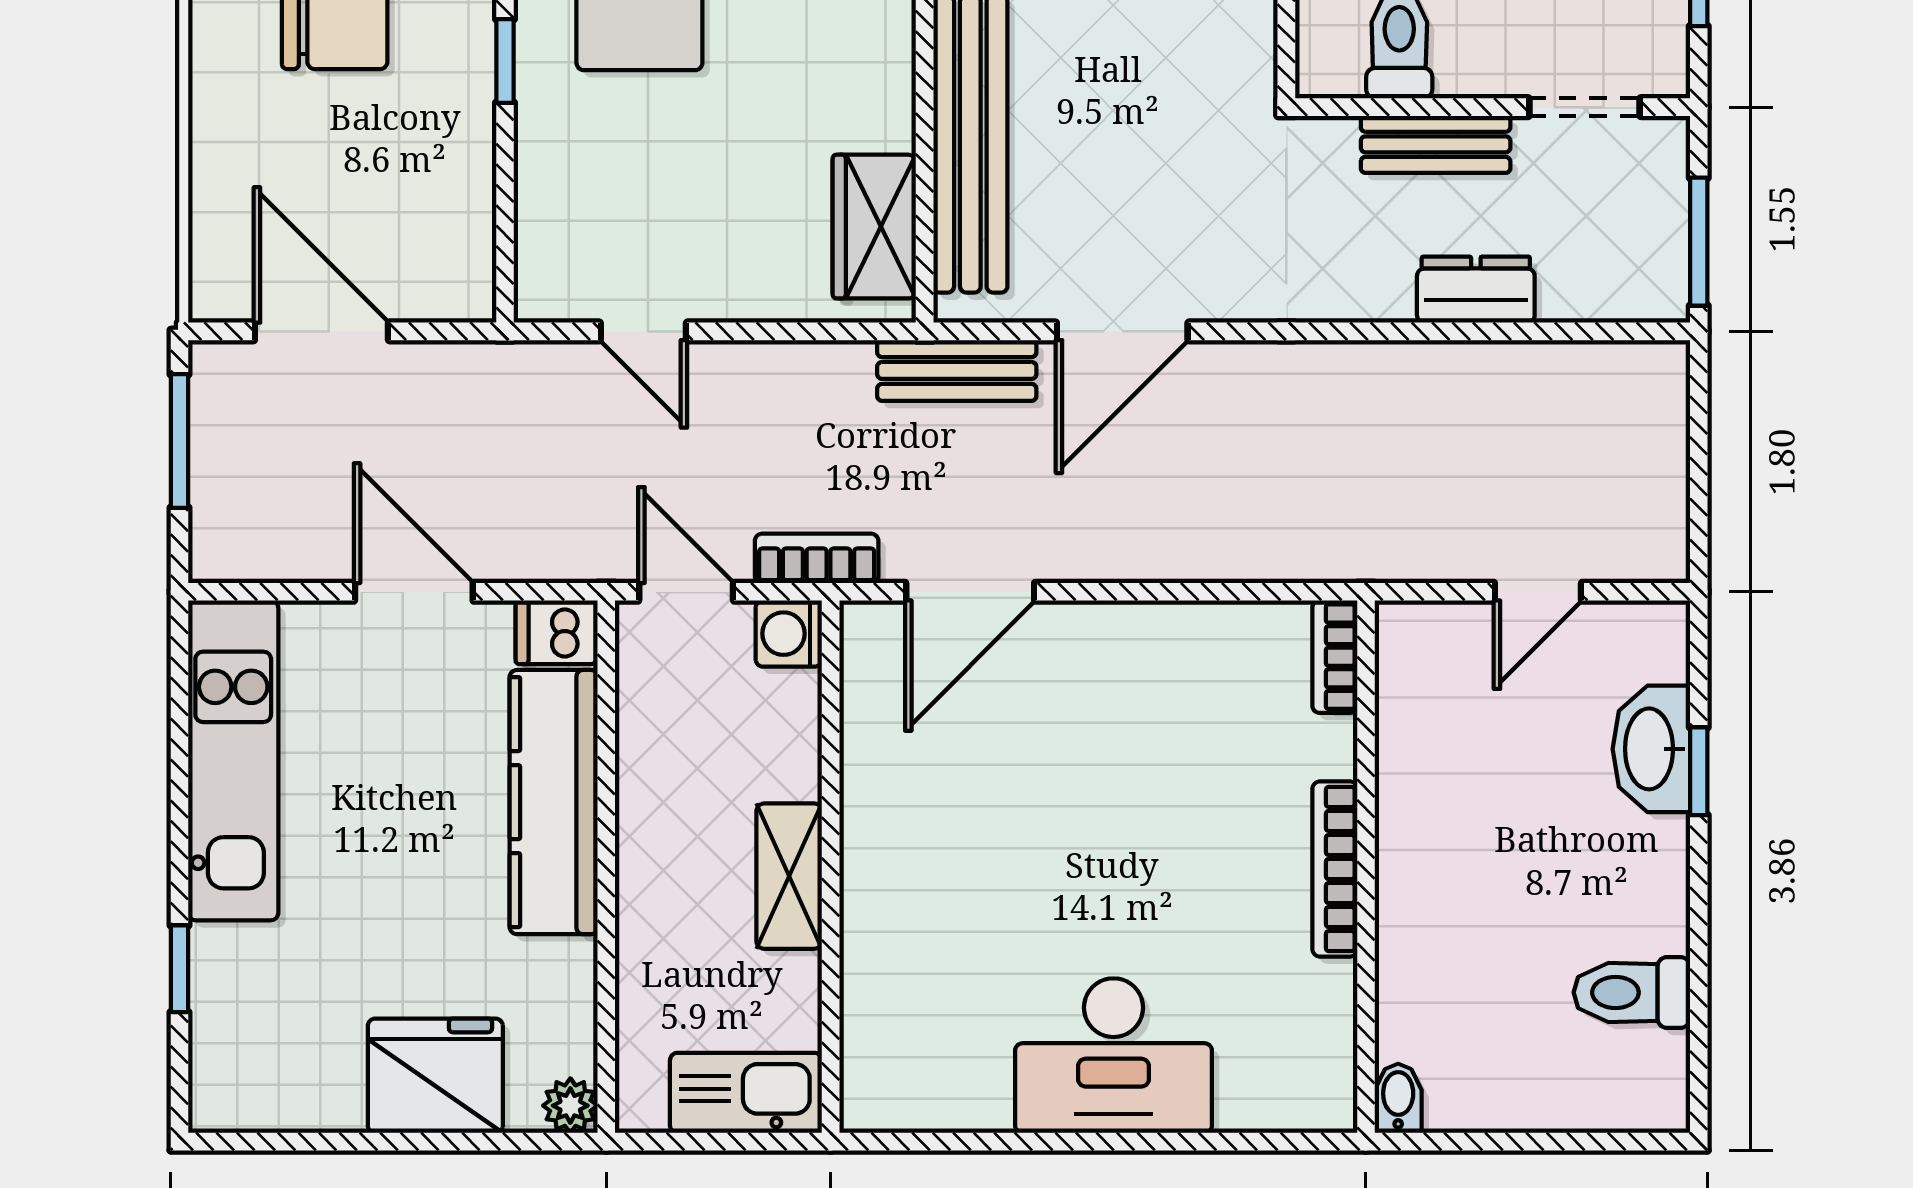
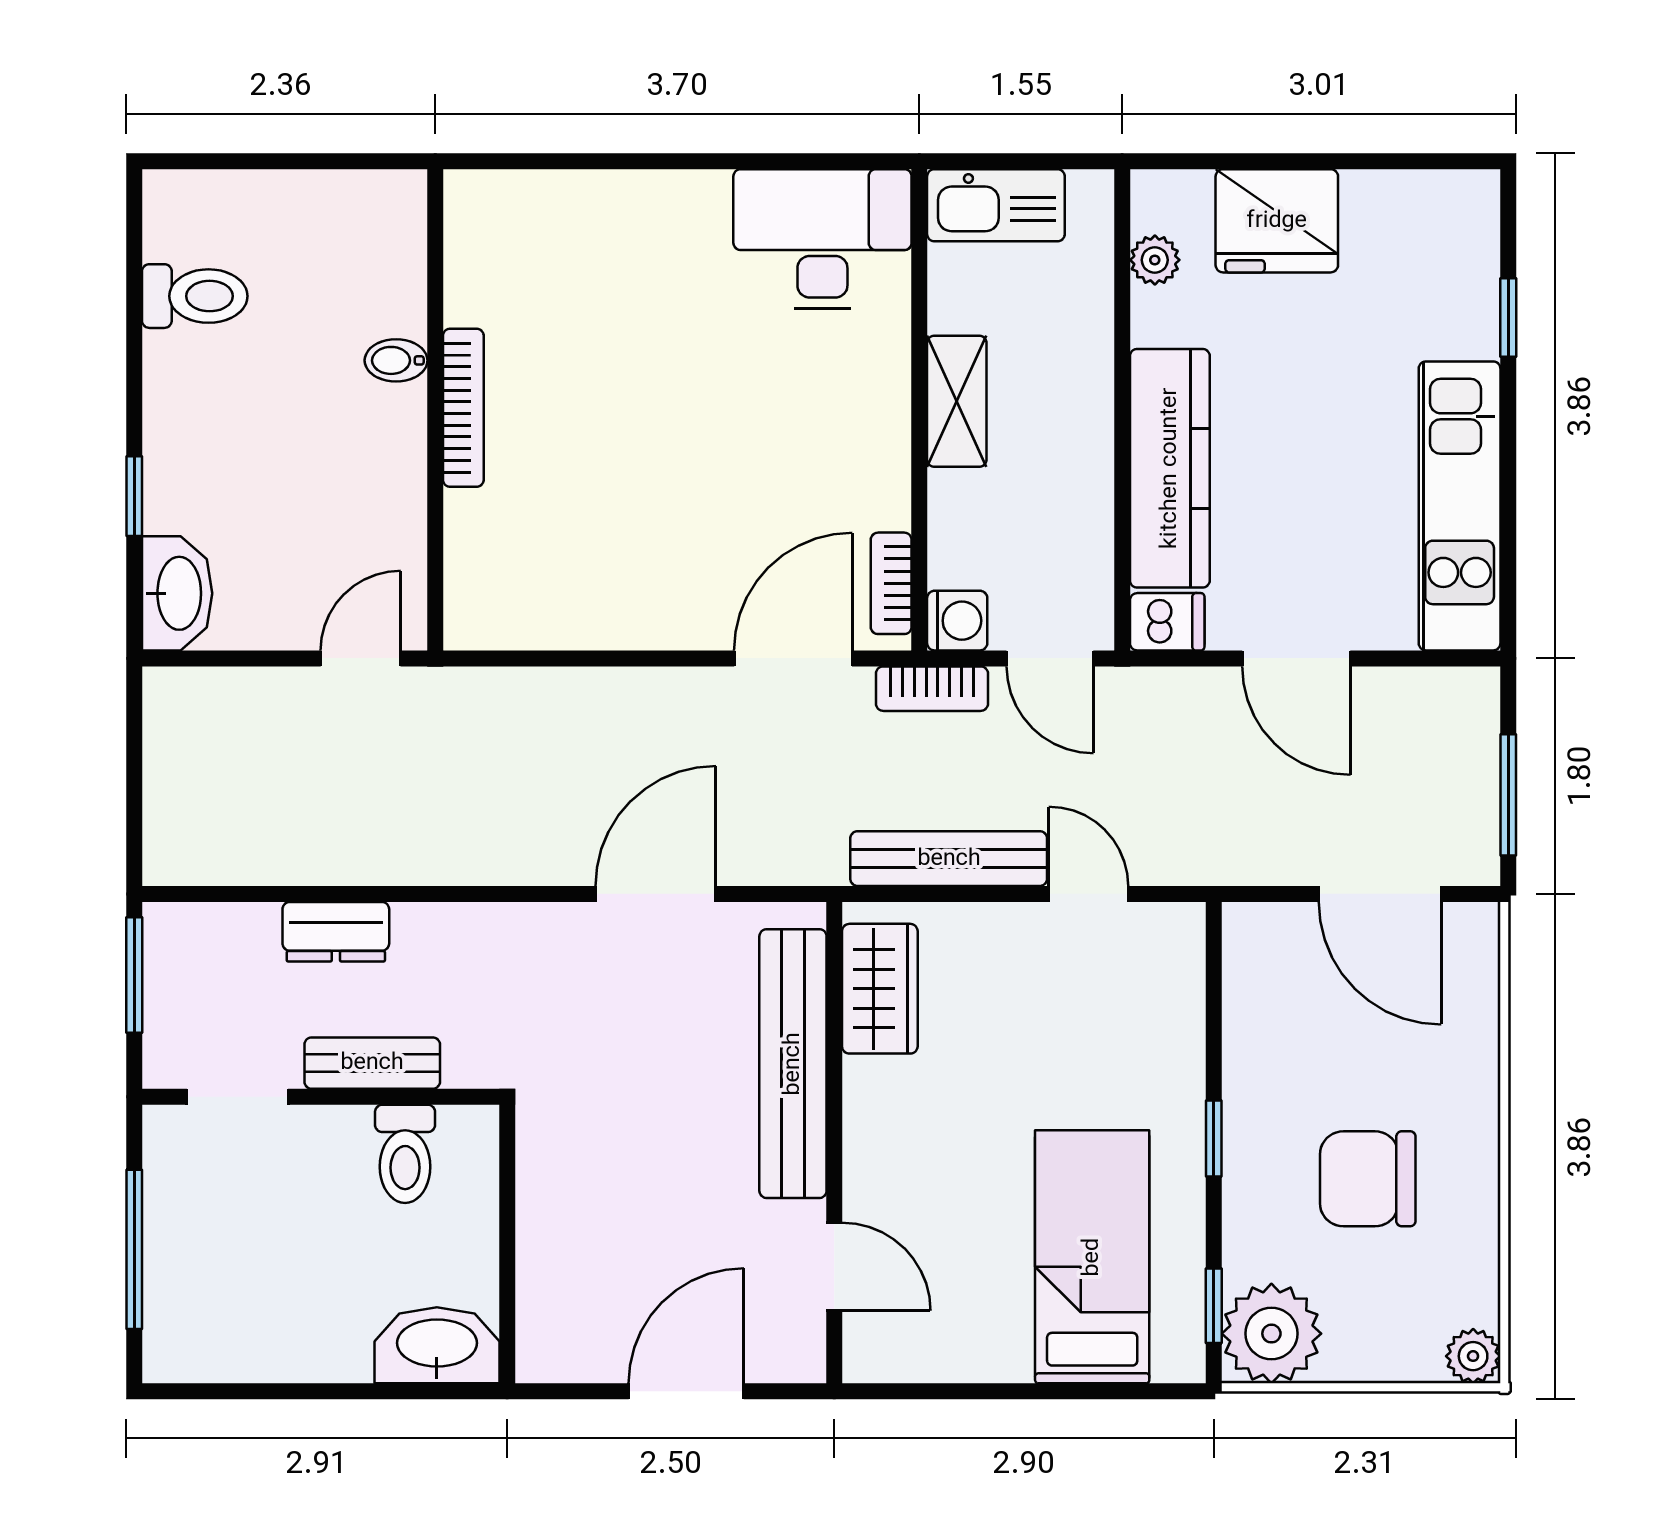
bench: (957, 370) -> (949, 859), moved, width x1.36
door: (1538, 592) -> (361, 658), moved
bookcase: (1335, 657) -> (891, 583), moved, turned 180
washbasin: (1651, 749) -> (177, 593), moved
desk: (1113, 1056) -> (822, 239), moved
bidet: (1398, 1098) -> (396, 360), moved, turned 90
plant: (570, 1106) -> (1155, 260), moved

